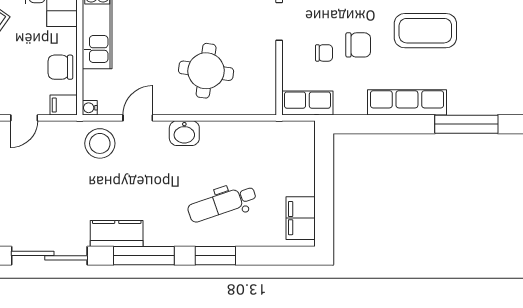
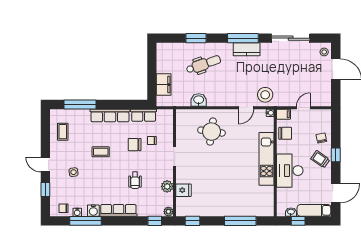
coffee table: (425, 31) -> (101, 152), width x0.54, depth x0.58
coffee table: (500, 70) -> (63, 132), added
row of seats: (307, 103) -> (144, 115), moved
washbasin: (184, 133) -> (199, 100), moved
filing cabinet: (301, 218) -> (164, 85), moved
kitchen counter: (117, 233) -> (247, 49), moved
window: (215, 256) -> (196, 38), moved

